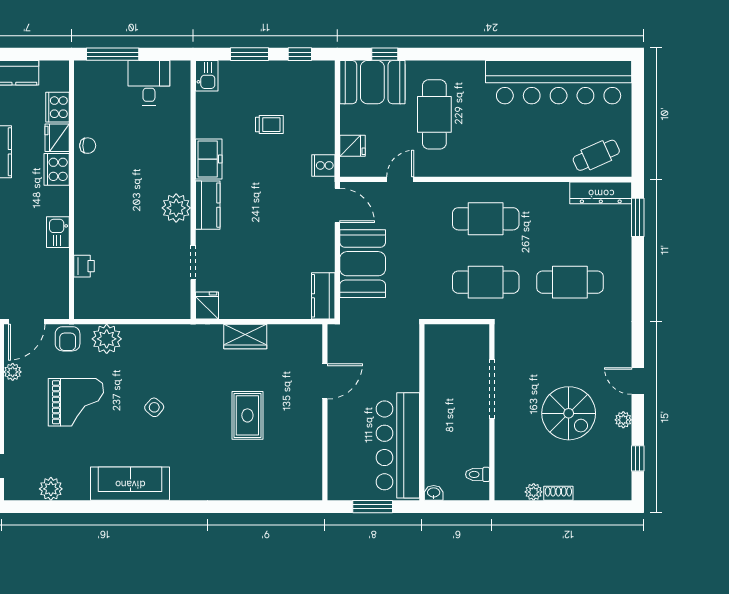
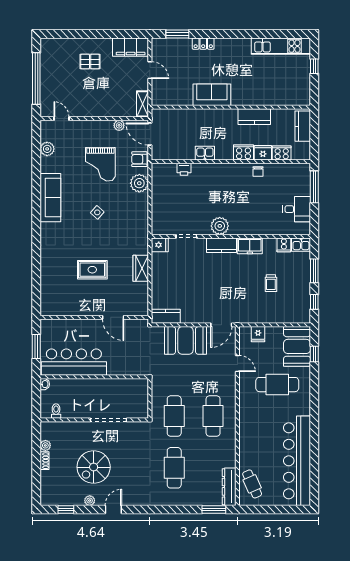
cooker: (323, 165) -> (284, 245), moved, turned 180

